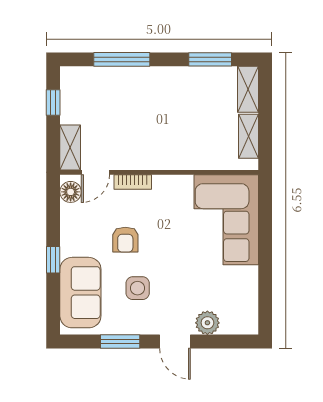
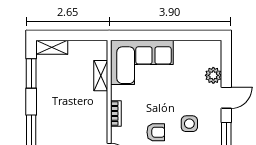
shelving: (249, 136) -> (101, 76), moved, turned 90
bookcase: (133, 182) -> (116, 113), moved

